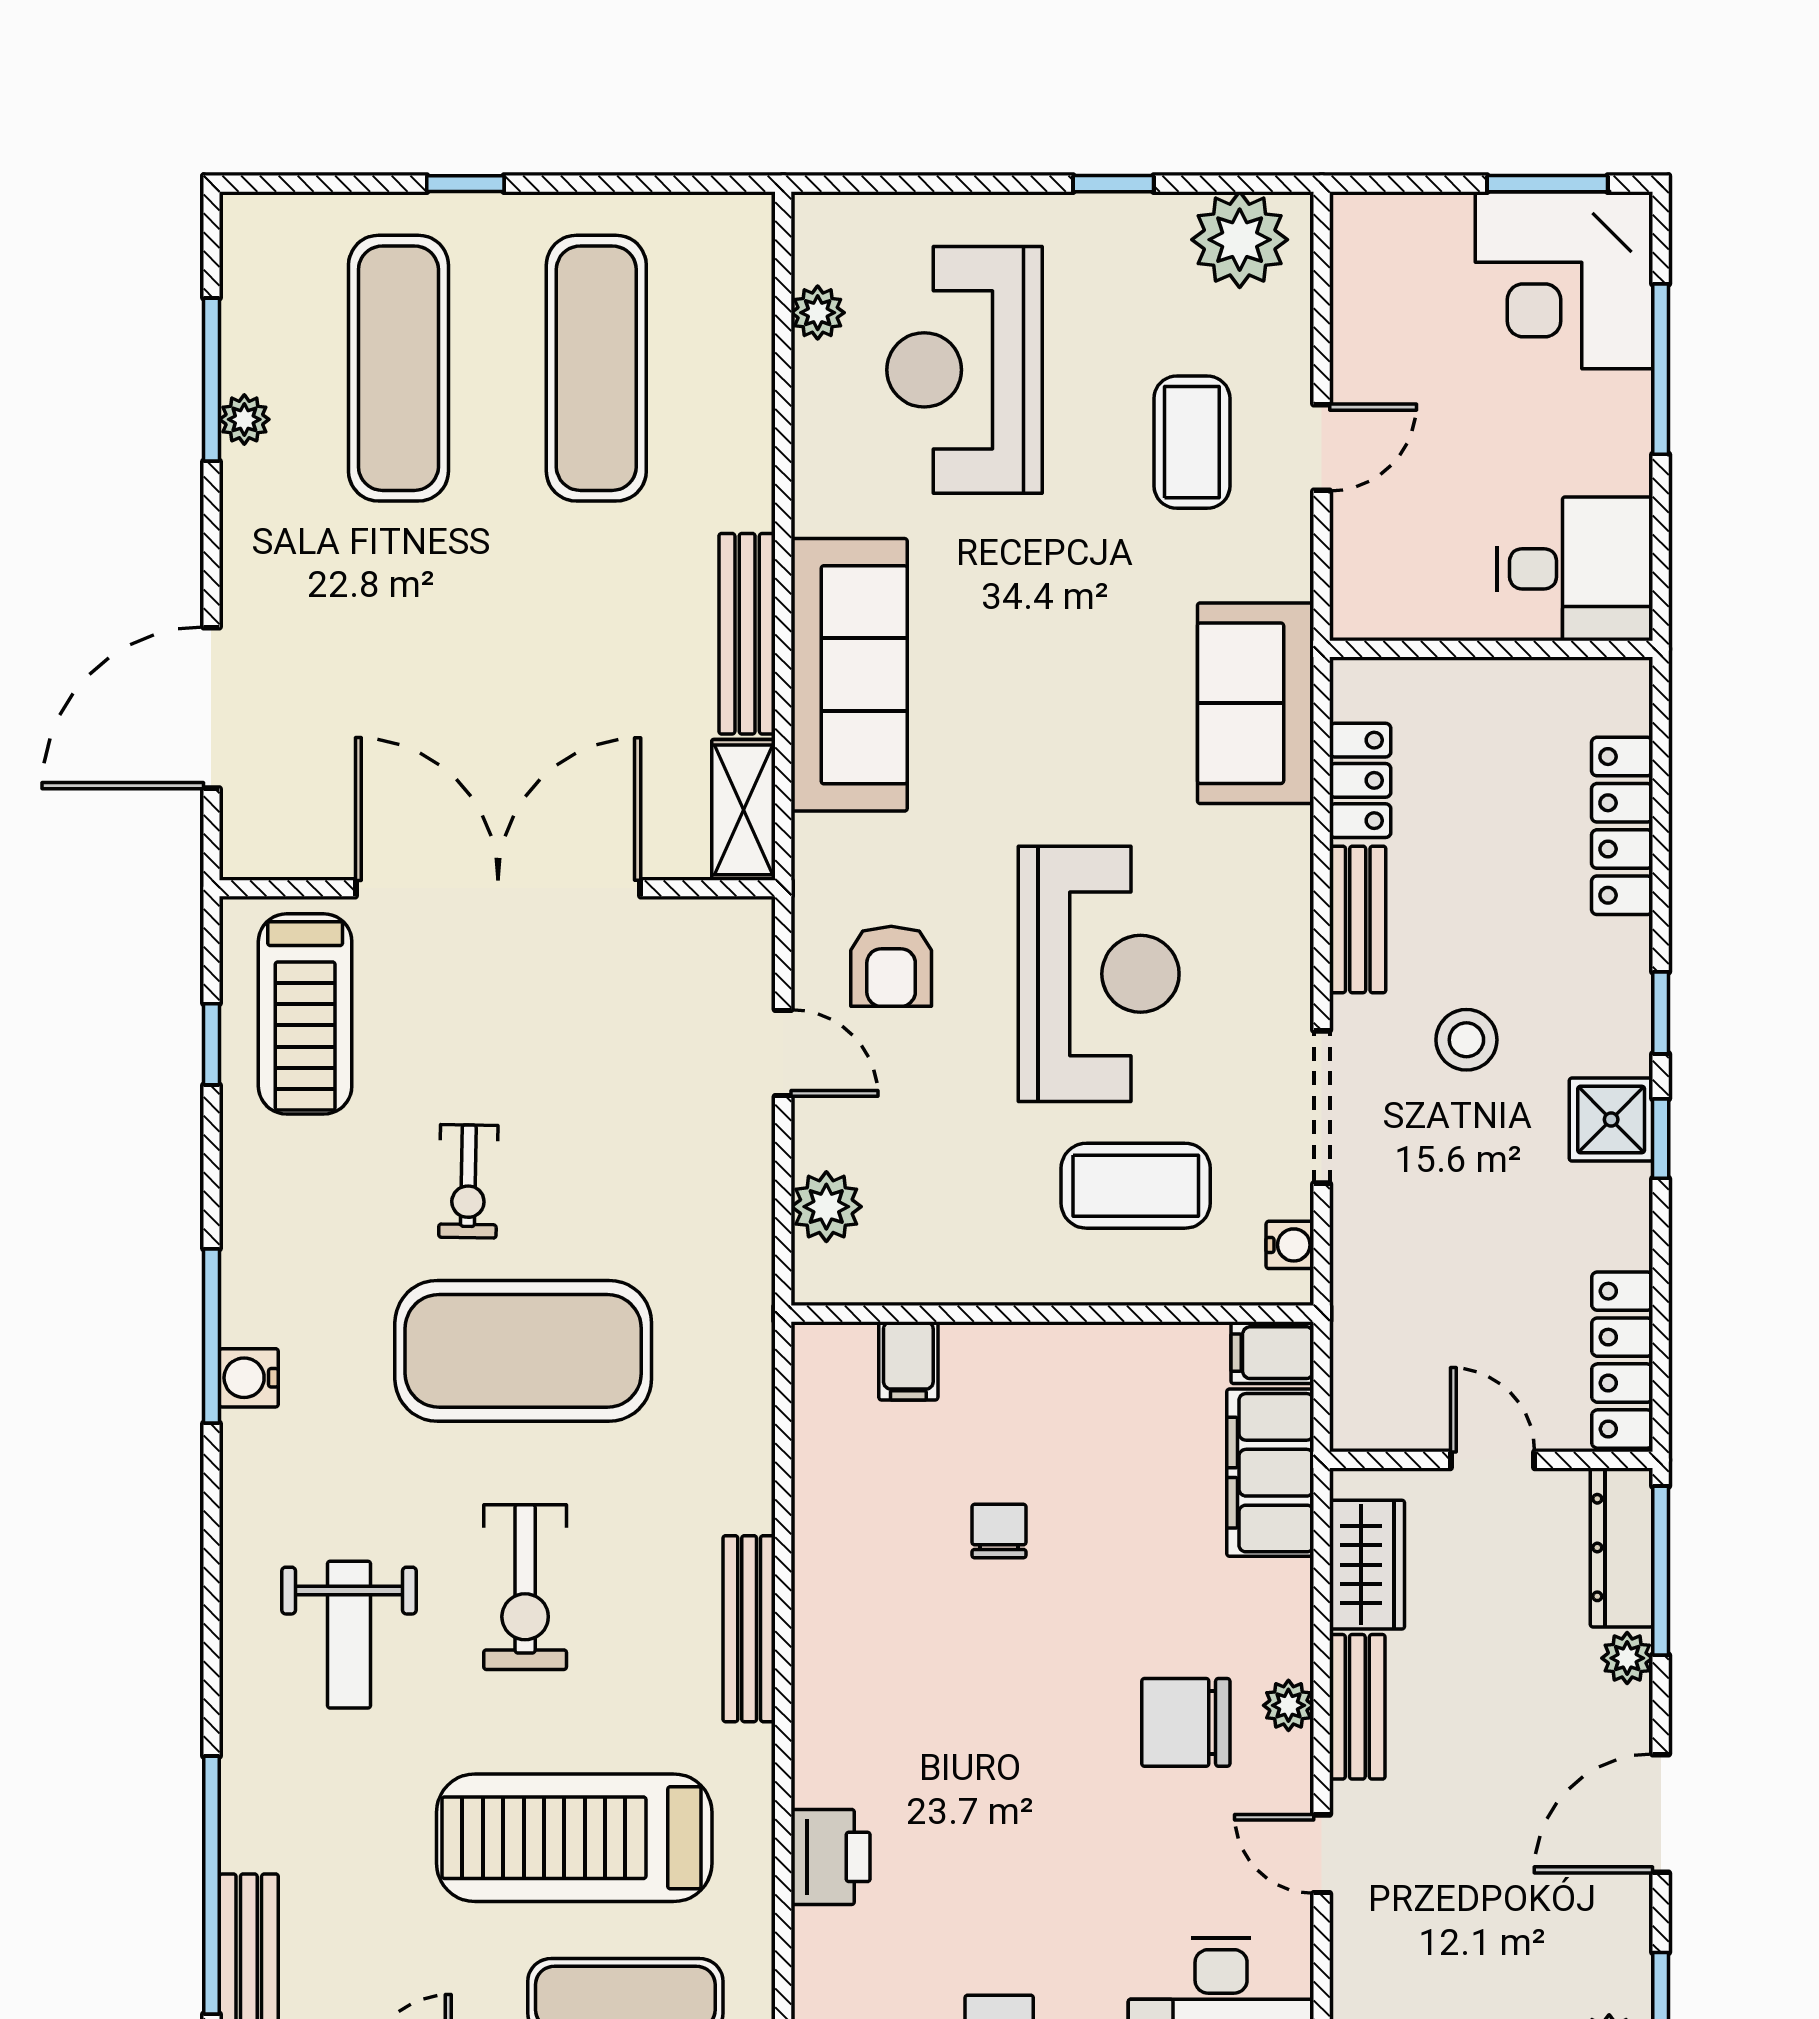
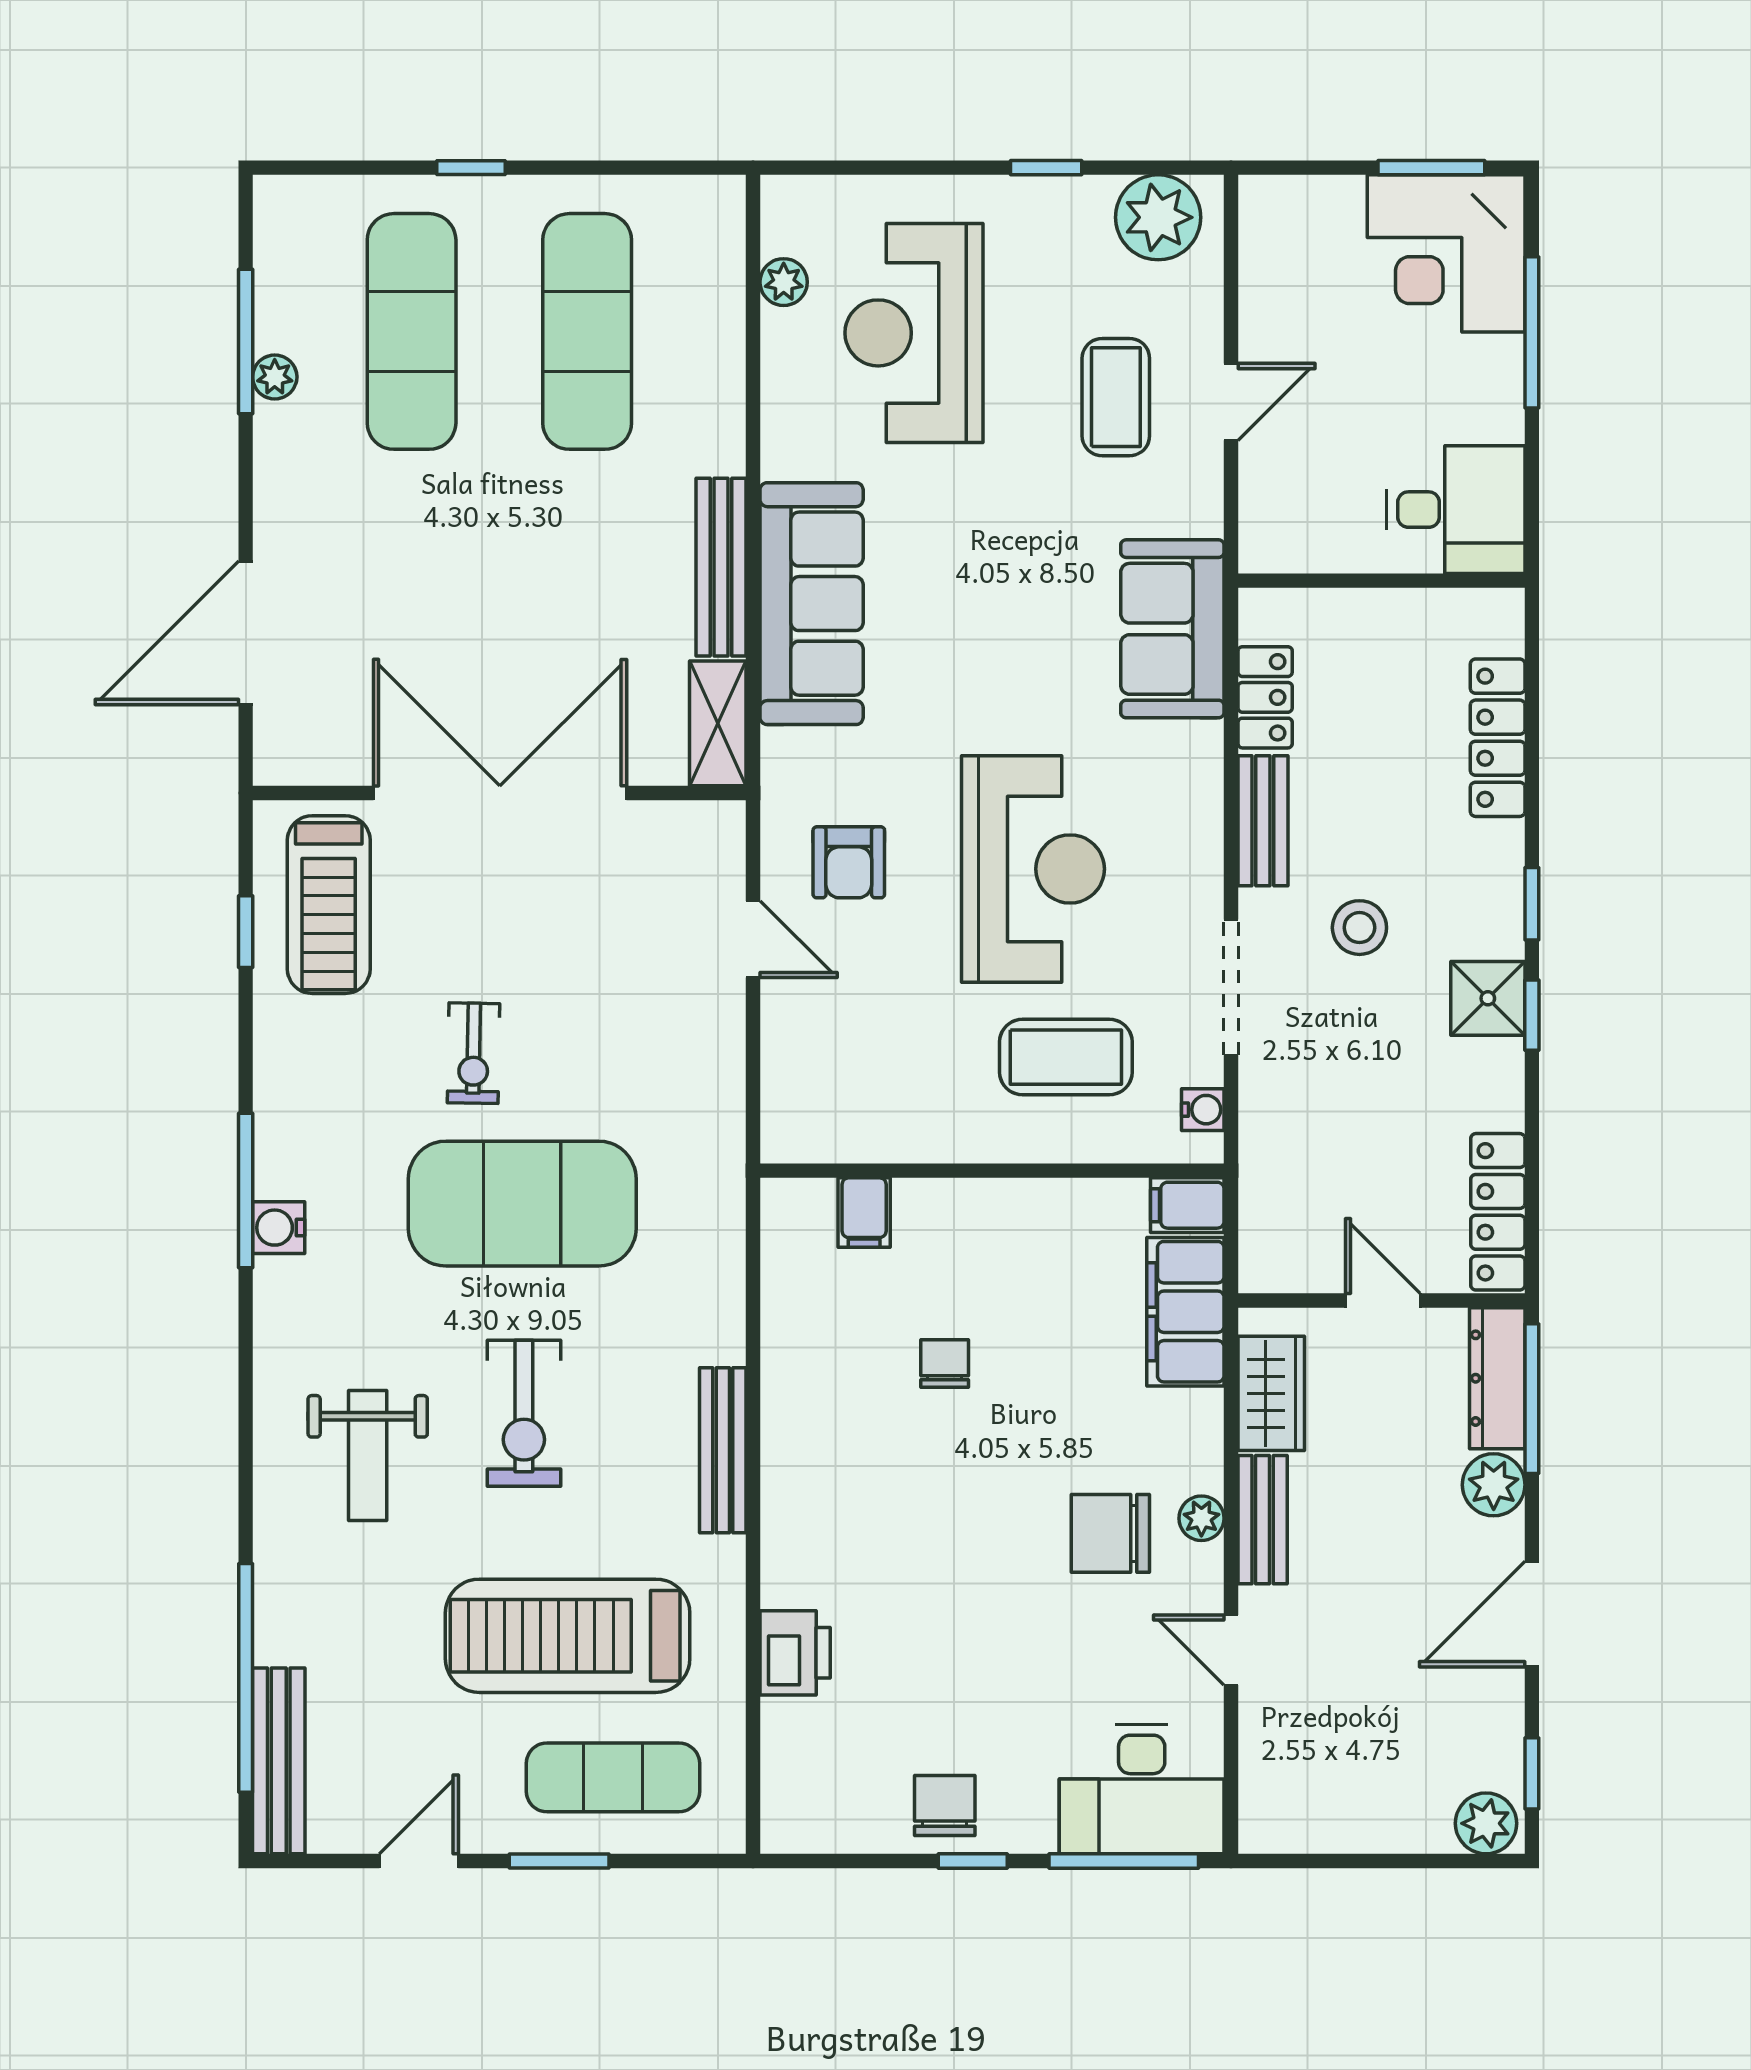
plant: (826, 1207) -> (791, 1076), removed
plant: (1627, 1658) -> (1494, 1485), width x1.38, depth x1.38

